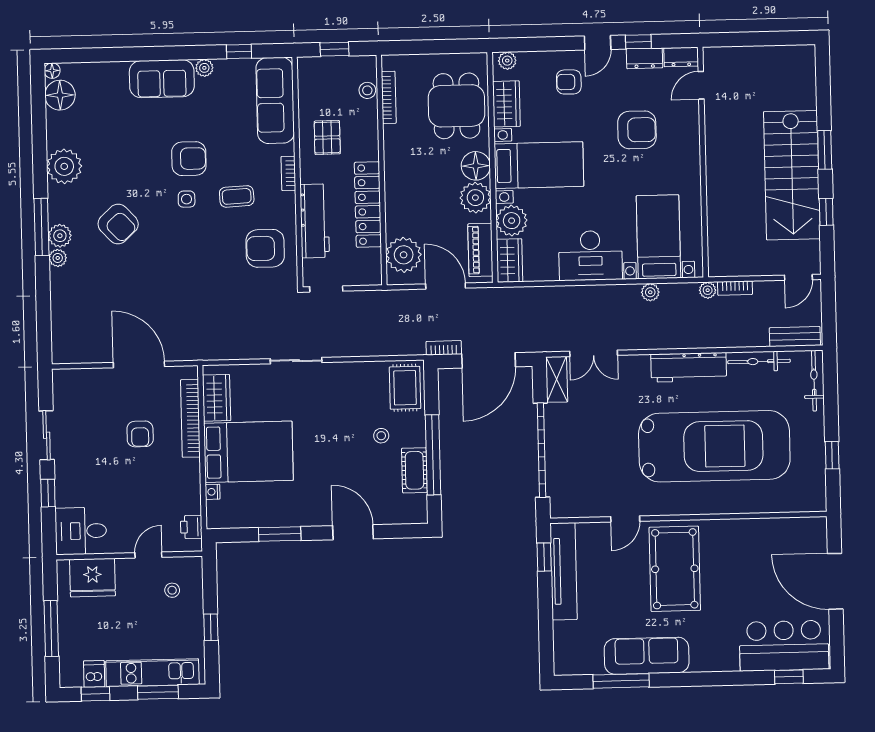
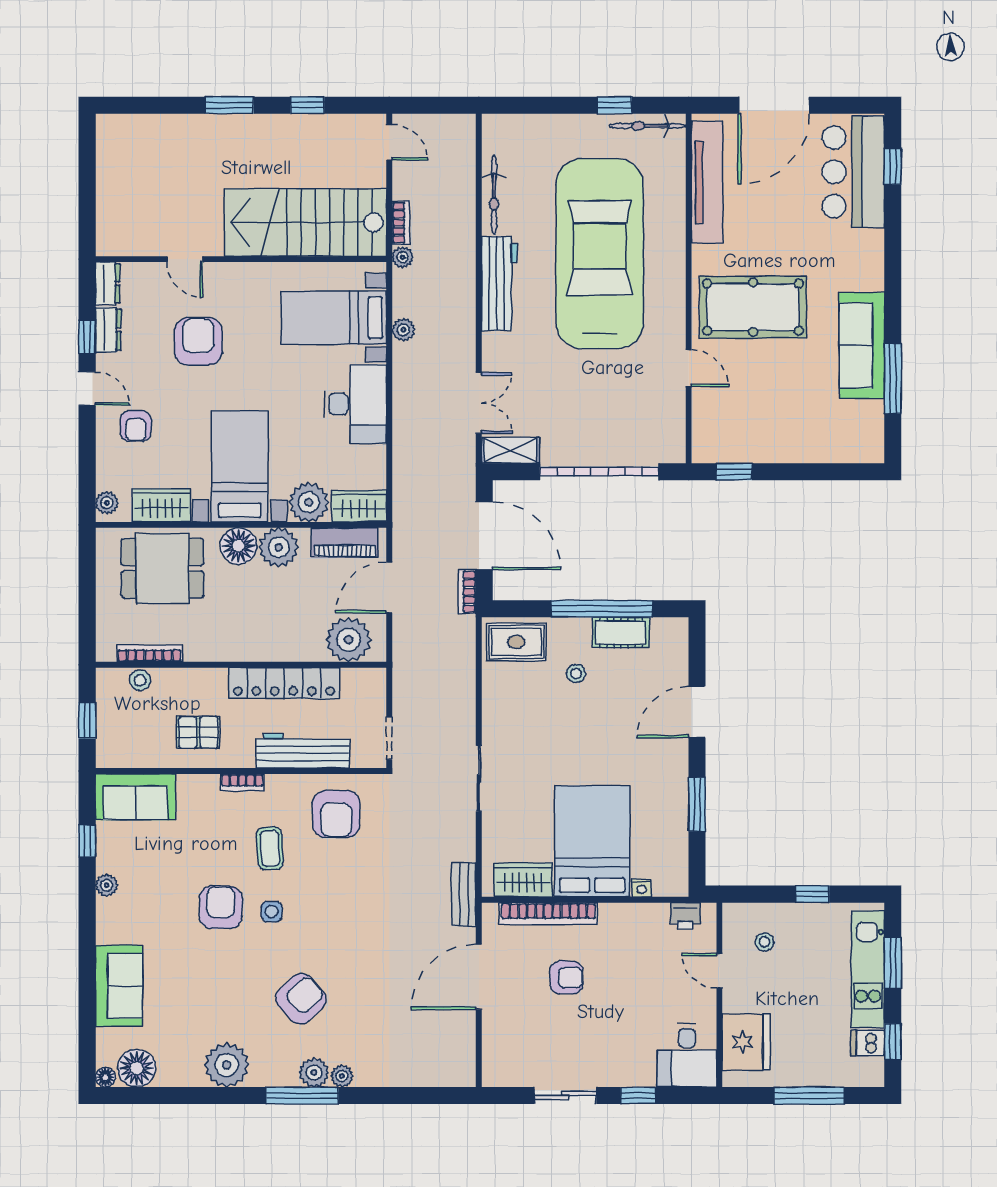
sofa: (162, 79) -> (119, 986), moved
door: (701, 85) -> (185, 259), moved
sofa: (275, 100) -> (135, 797), width x0.73
stairs: (792, 175) -> (305, 222), moved, turned 180
bench: (795, 337) -> (464, 894), moved
bicycle: (814, 381) -> (647, 126), moved
tv unit: (564, 571) -> (707, 182), moved, turned 90

